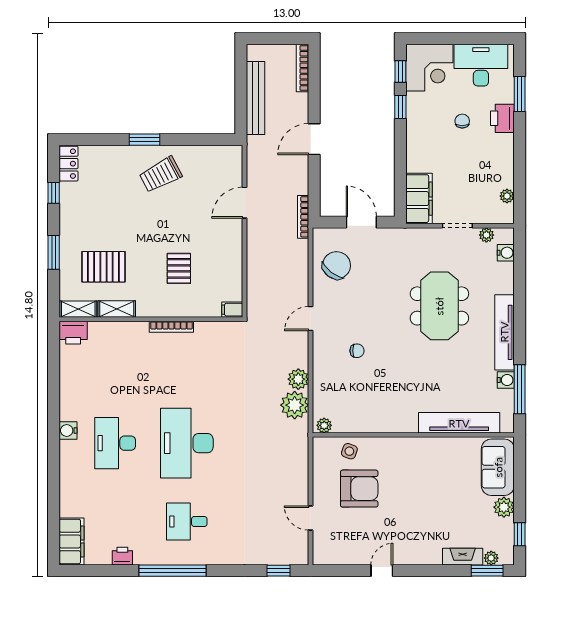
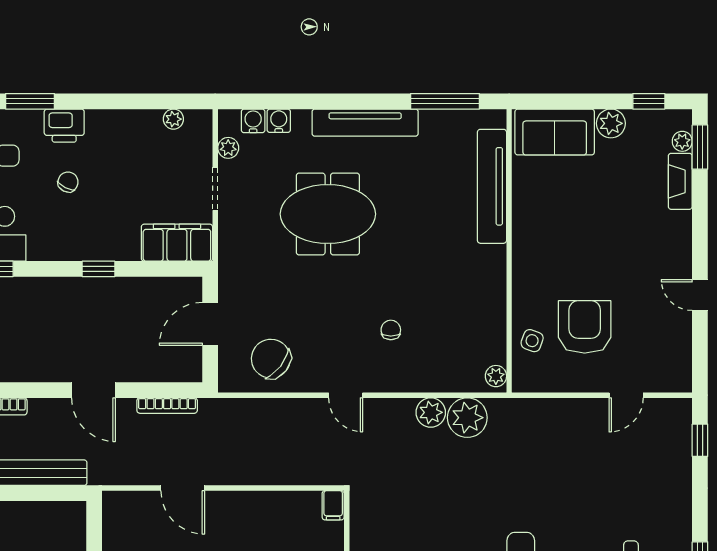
window: (400, 107) -> (98, 269), moved
chair: (462, 121) -> (68, 182), turned 117
bookcase: (303, 217) -> (167, 406), moved
water cooler: (506, 380) -> (279, 121), moved

